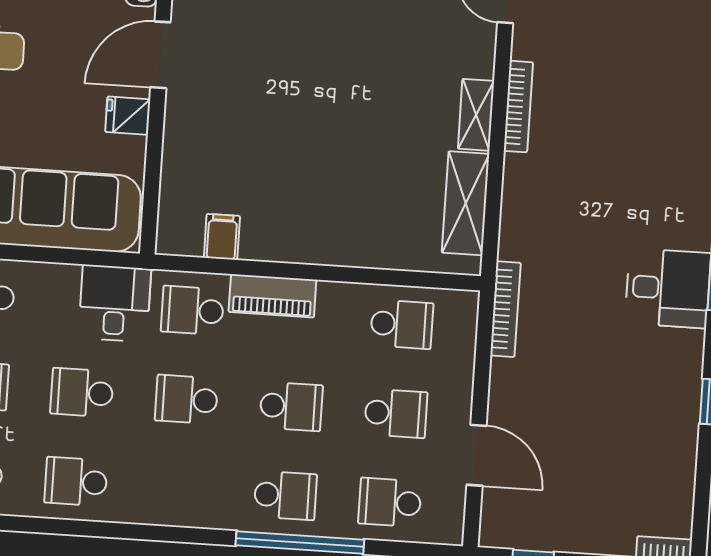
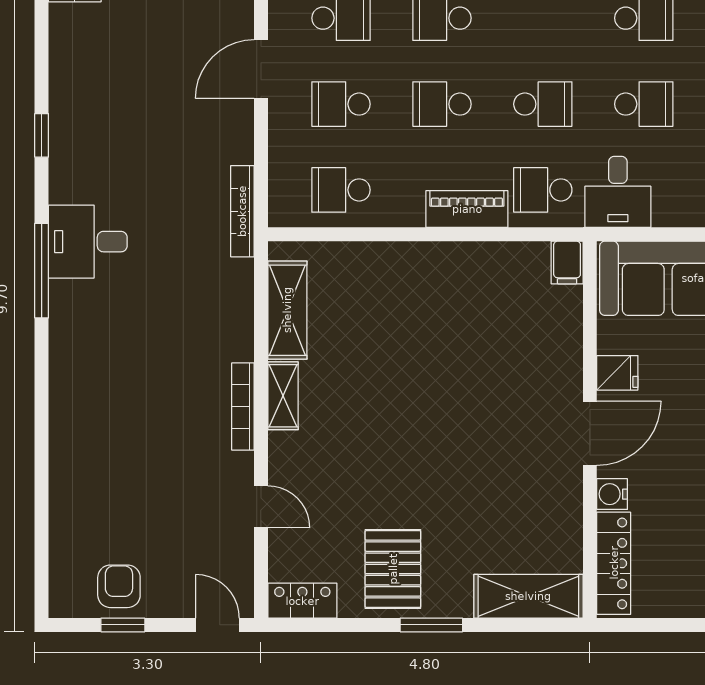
filing cabinet: (222, 237) -> (567, 262), moved
school desk: (192, 310) -> (543, 190), turned 180
door: (476, 455) -> (261, 69), hinge flipped

